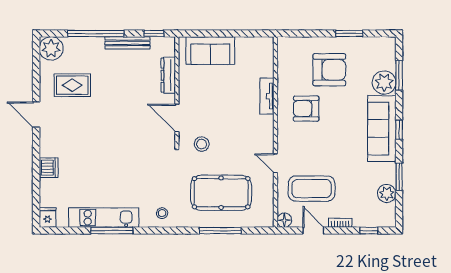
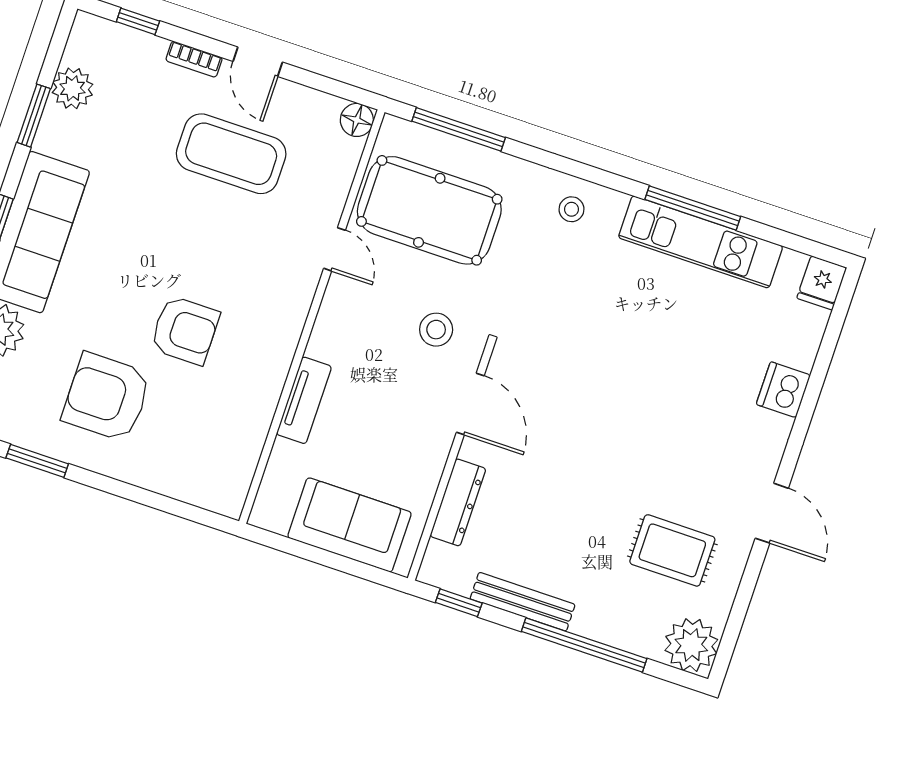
tv unit: (267, 96) -> (304, 400), moved
wall: (275, 132) -> (312, 317), moved
door: (275, 163) -> (334, 249), moved
floor lamp: (284, 220) -> (357, 120), moved

